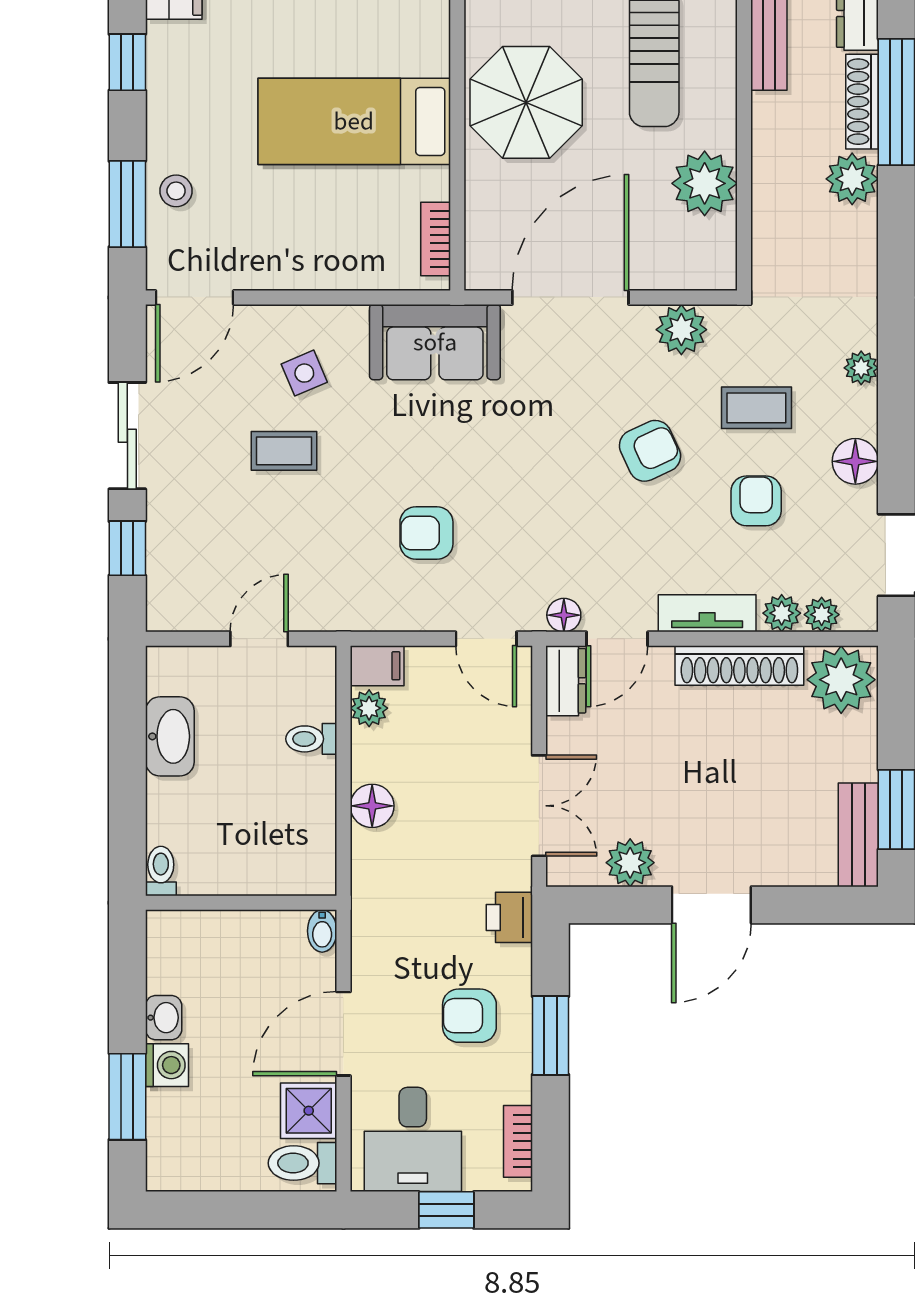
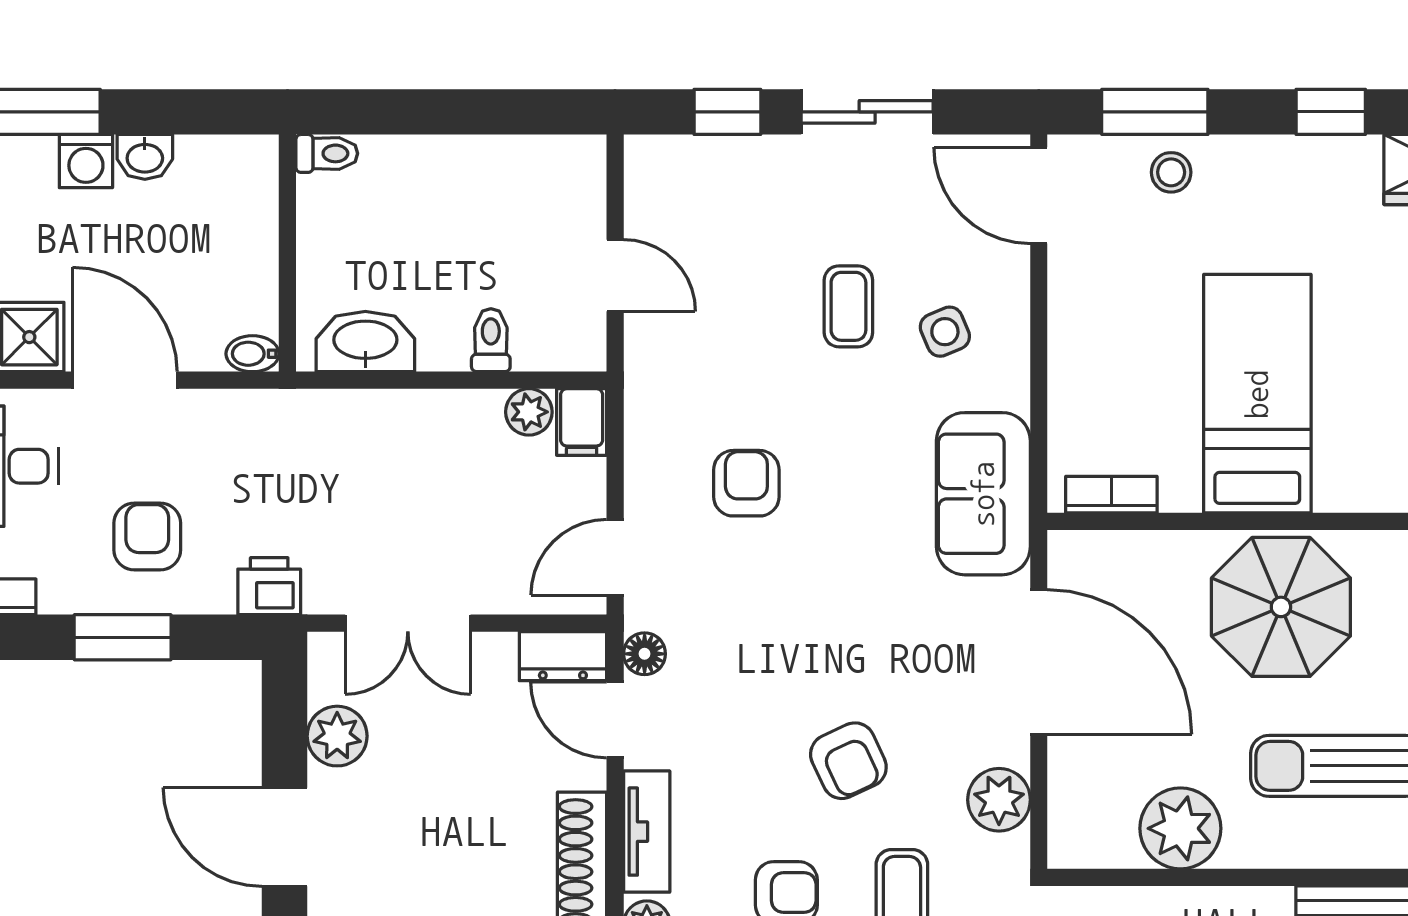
washbasin: (170, 736) -> (365, 342), moved, turned 180
floor lamp: (372, 806) -> (408, 416), removed

